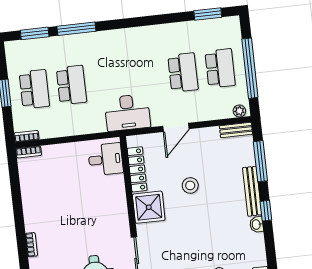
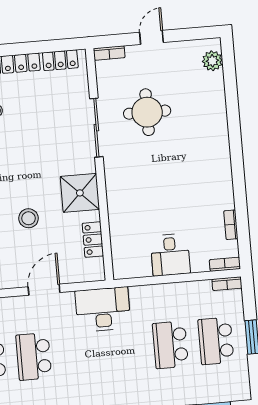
desk: (106, 159) -> (170, 255), moved, turned -90
locker: (137, 169) -> (93, 240), width x0.66
bookcase: (31, 245) -> (231, 225), moved

